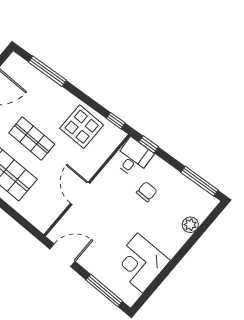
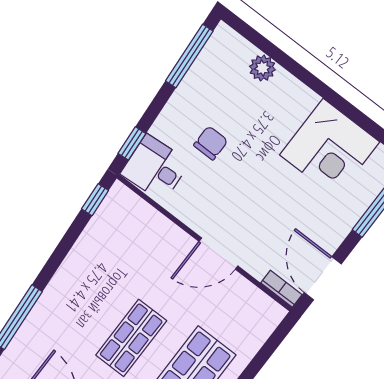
display table: (82, 127) -> (108, 256), removed
chair: (147, 192) -> (211, 143), turned 90
bookcase: (57, 230) -> (281, 289), added

